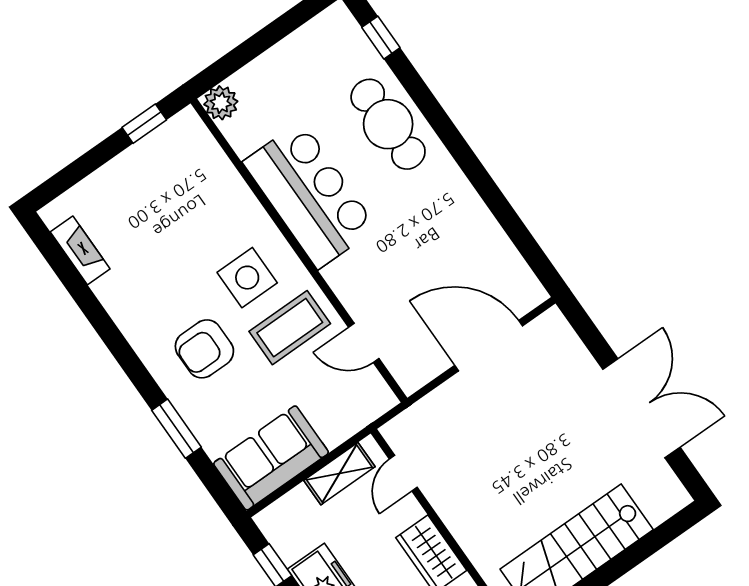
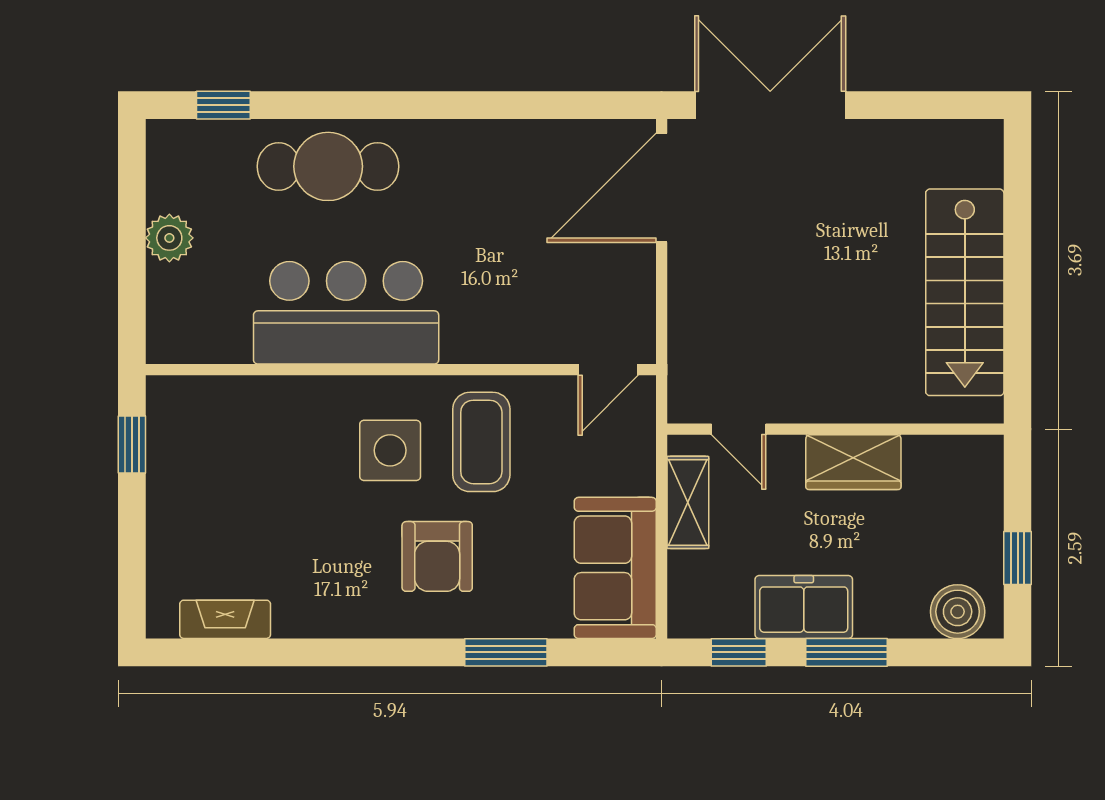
plant: (221, 103) -> (169, 238), moved
door: (364, 343) -> (608, 370), moved
door: (489, 346) -> (662, 188), moved
double door: (641, 408) -> (770, 105), moved

